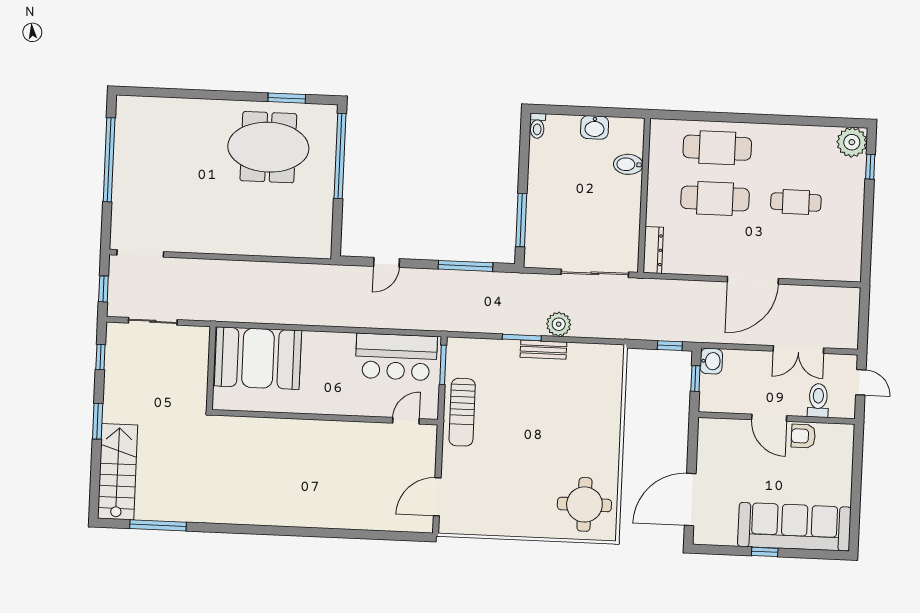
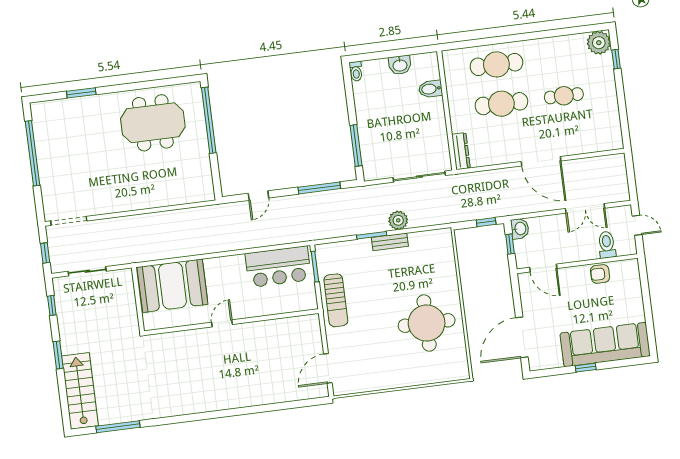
window: (287, 98) -> (81, 93), moved
door: (753, 280) -> (541, 161), hinge flipped
door: (769, 418) -> (543, 268), moved
door: (406, 421) -> (222, 323), moved
round table: (584, 504) -> (427, 323), moved, width x1.36, depth x1.36

